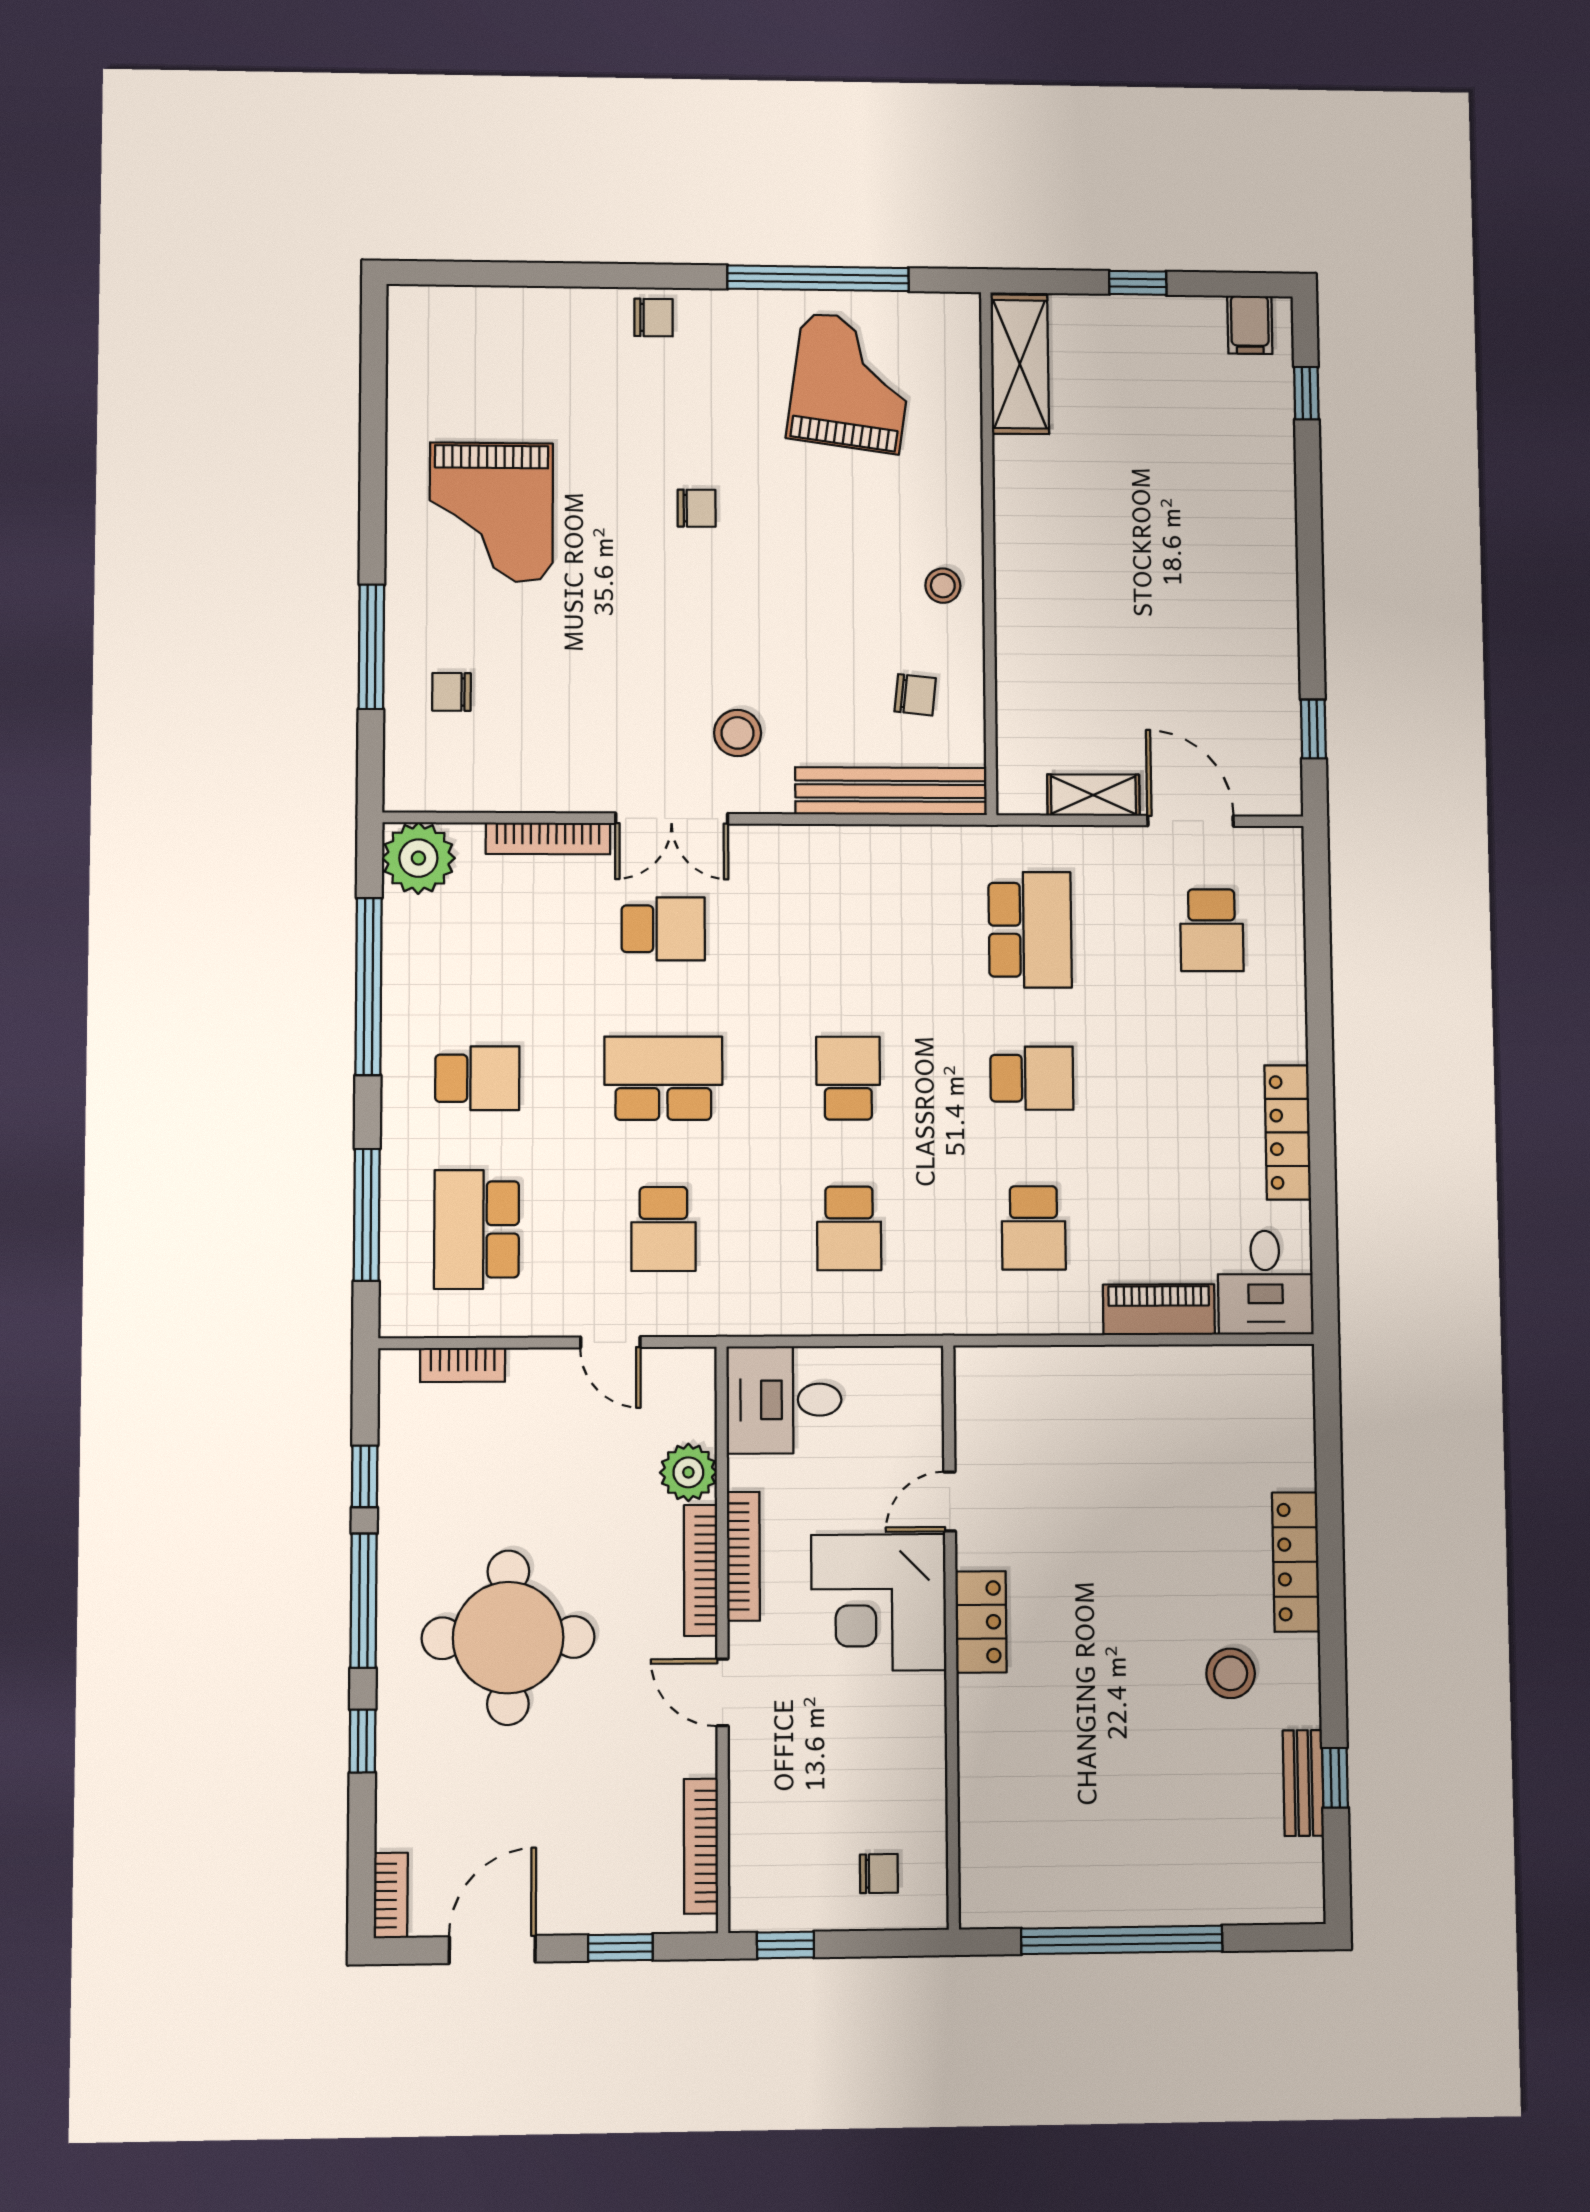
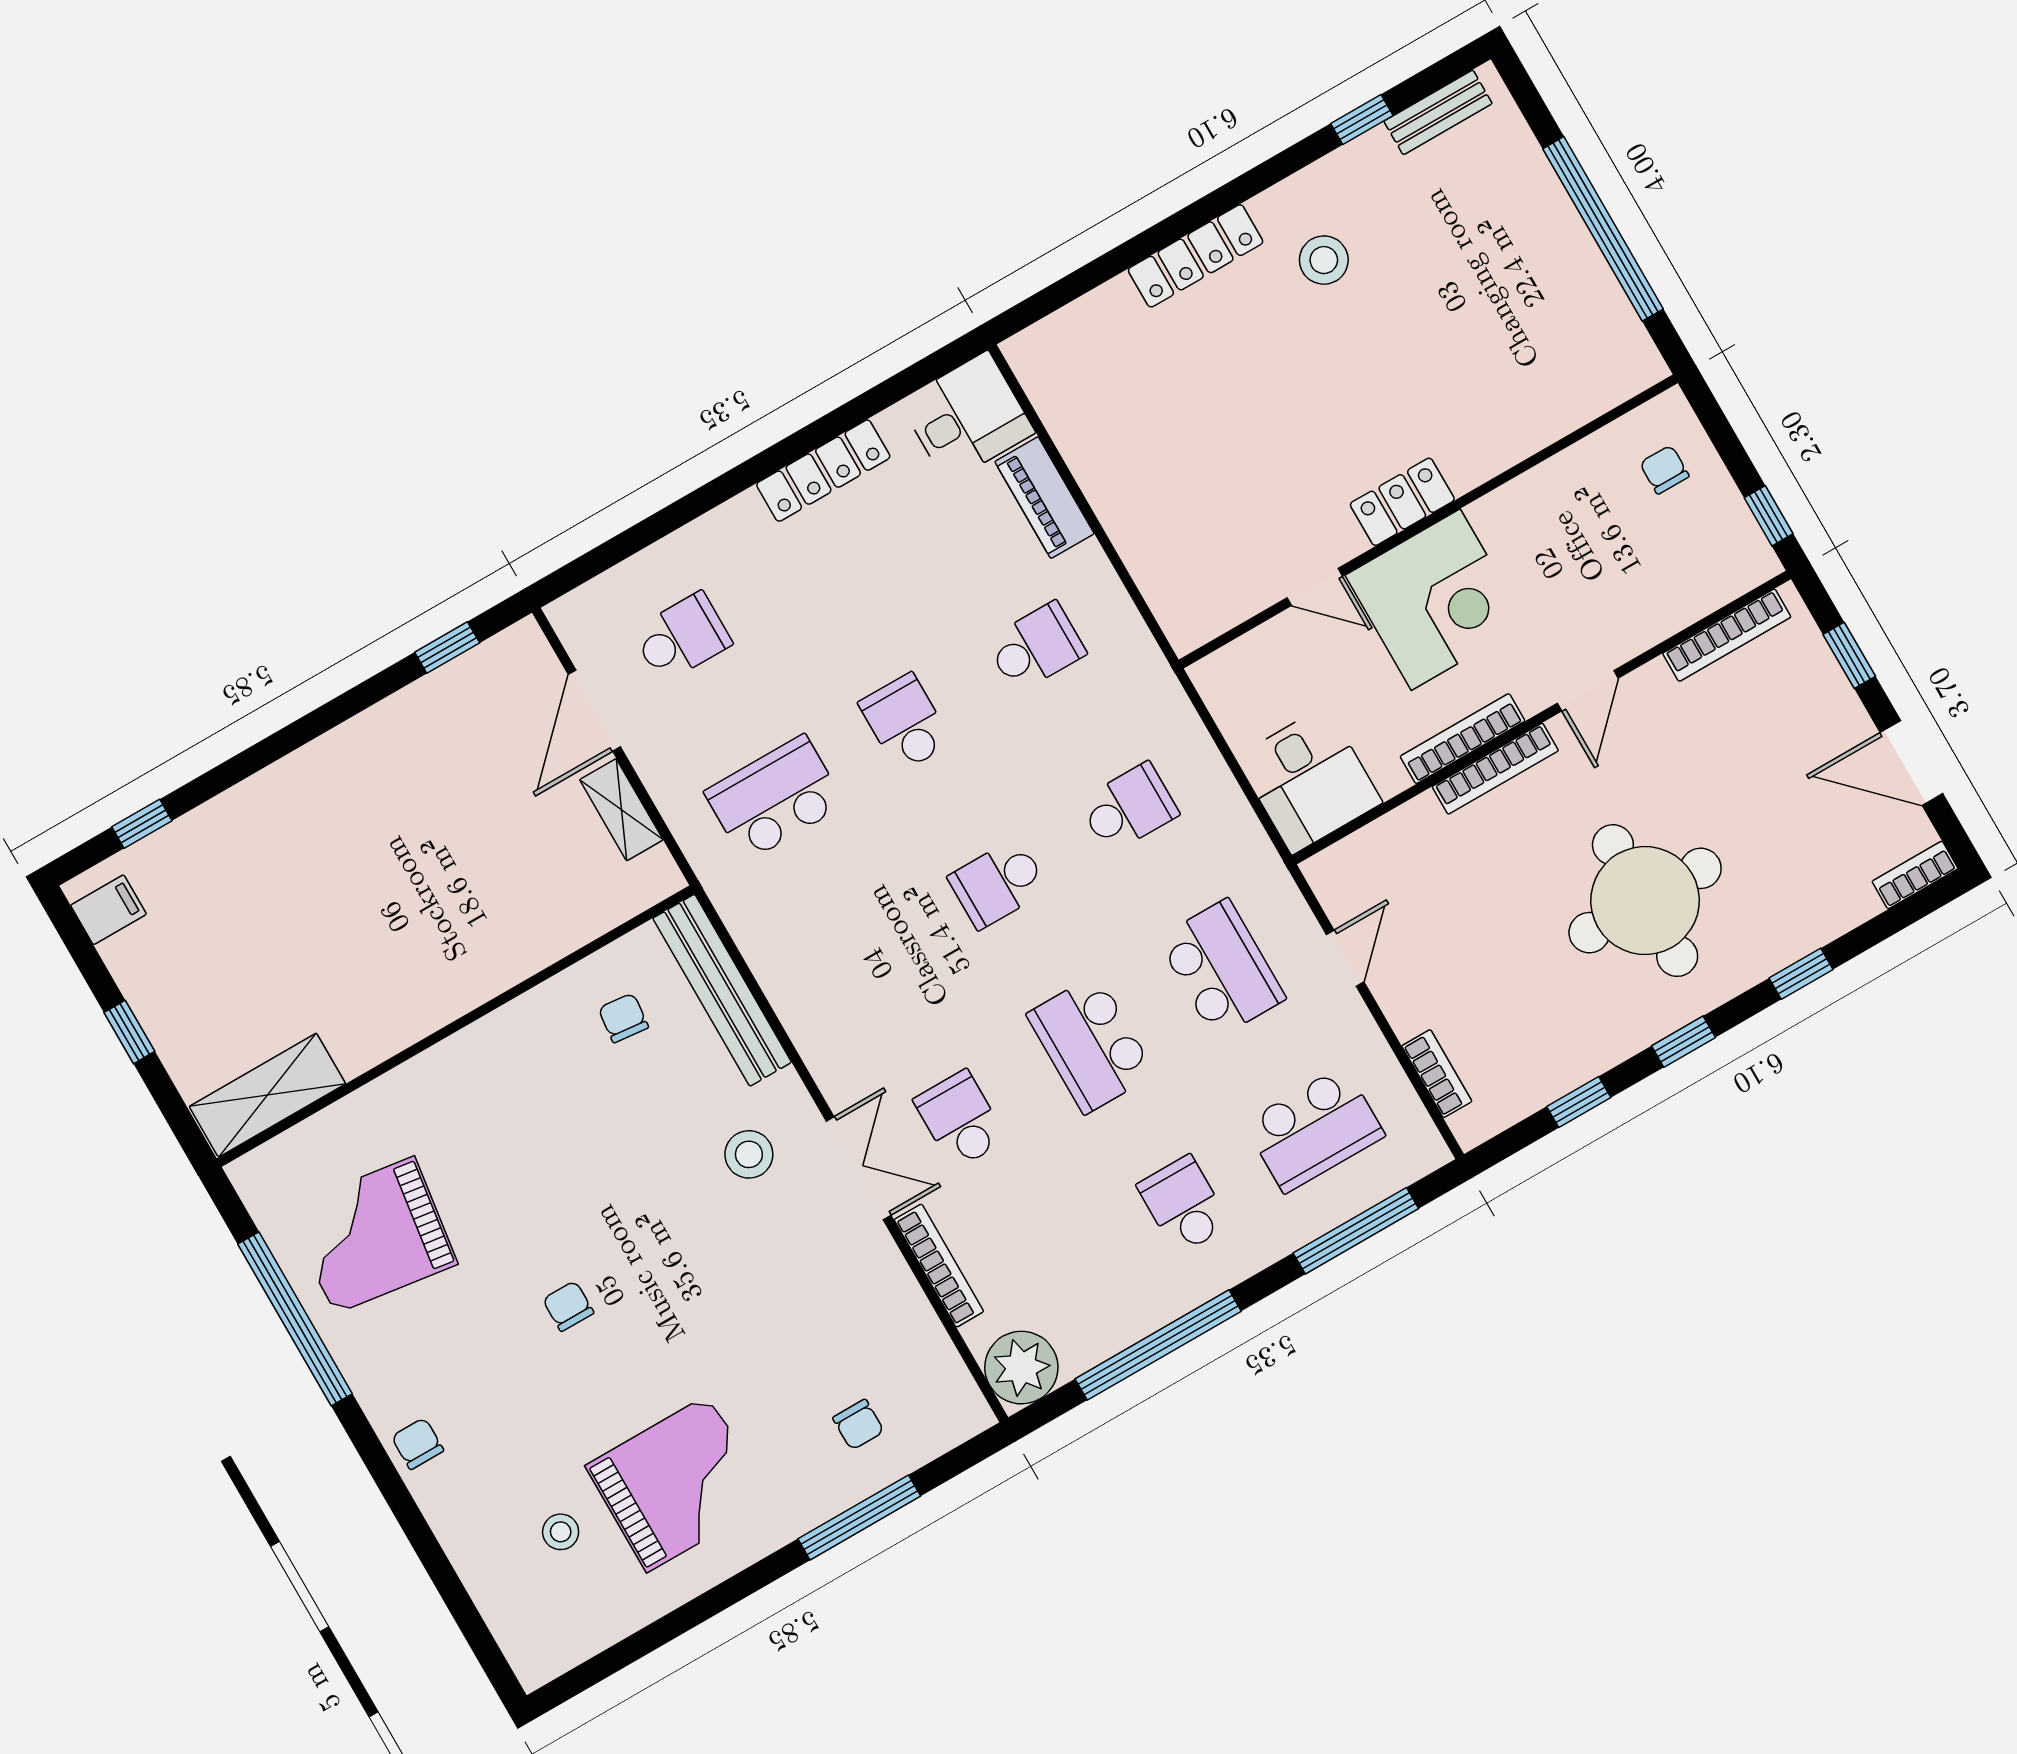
stool: (943, 586) -> (561, 1532), moved
school desk: (663, 1229) -> (1221, 969), width x1.85
plant: (688, 1472) -> (1418, 827), removed
window: (364, 1601) -> (1683, 1042), width x0.46
bench: (1303, 1783) -> (1438, 112), moved

